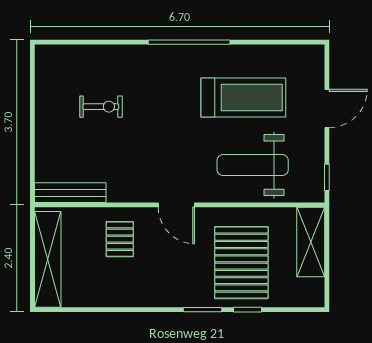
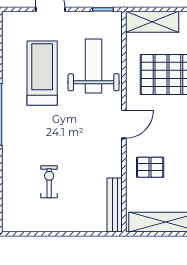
weight bench: (253, 165) -> (94, 66), turned 180

